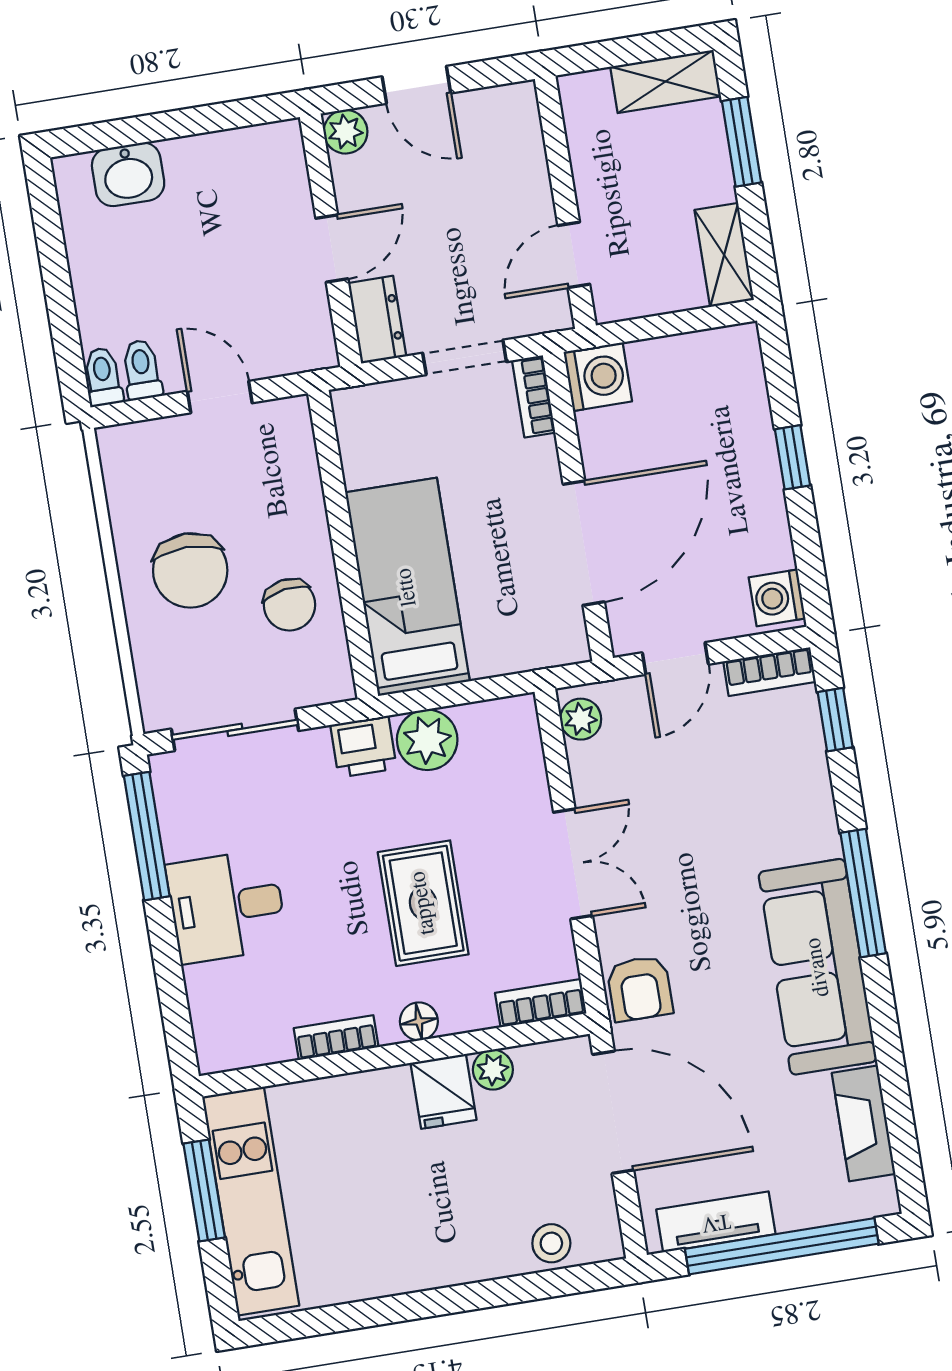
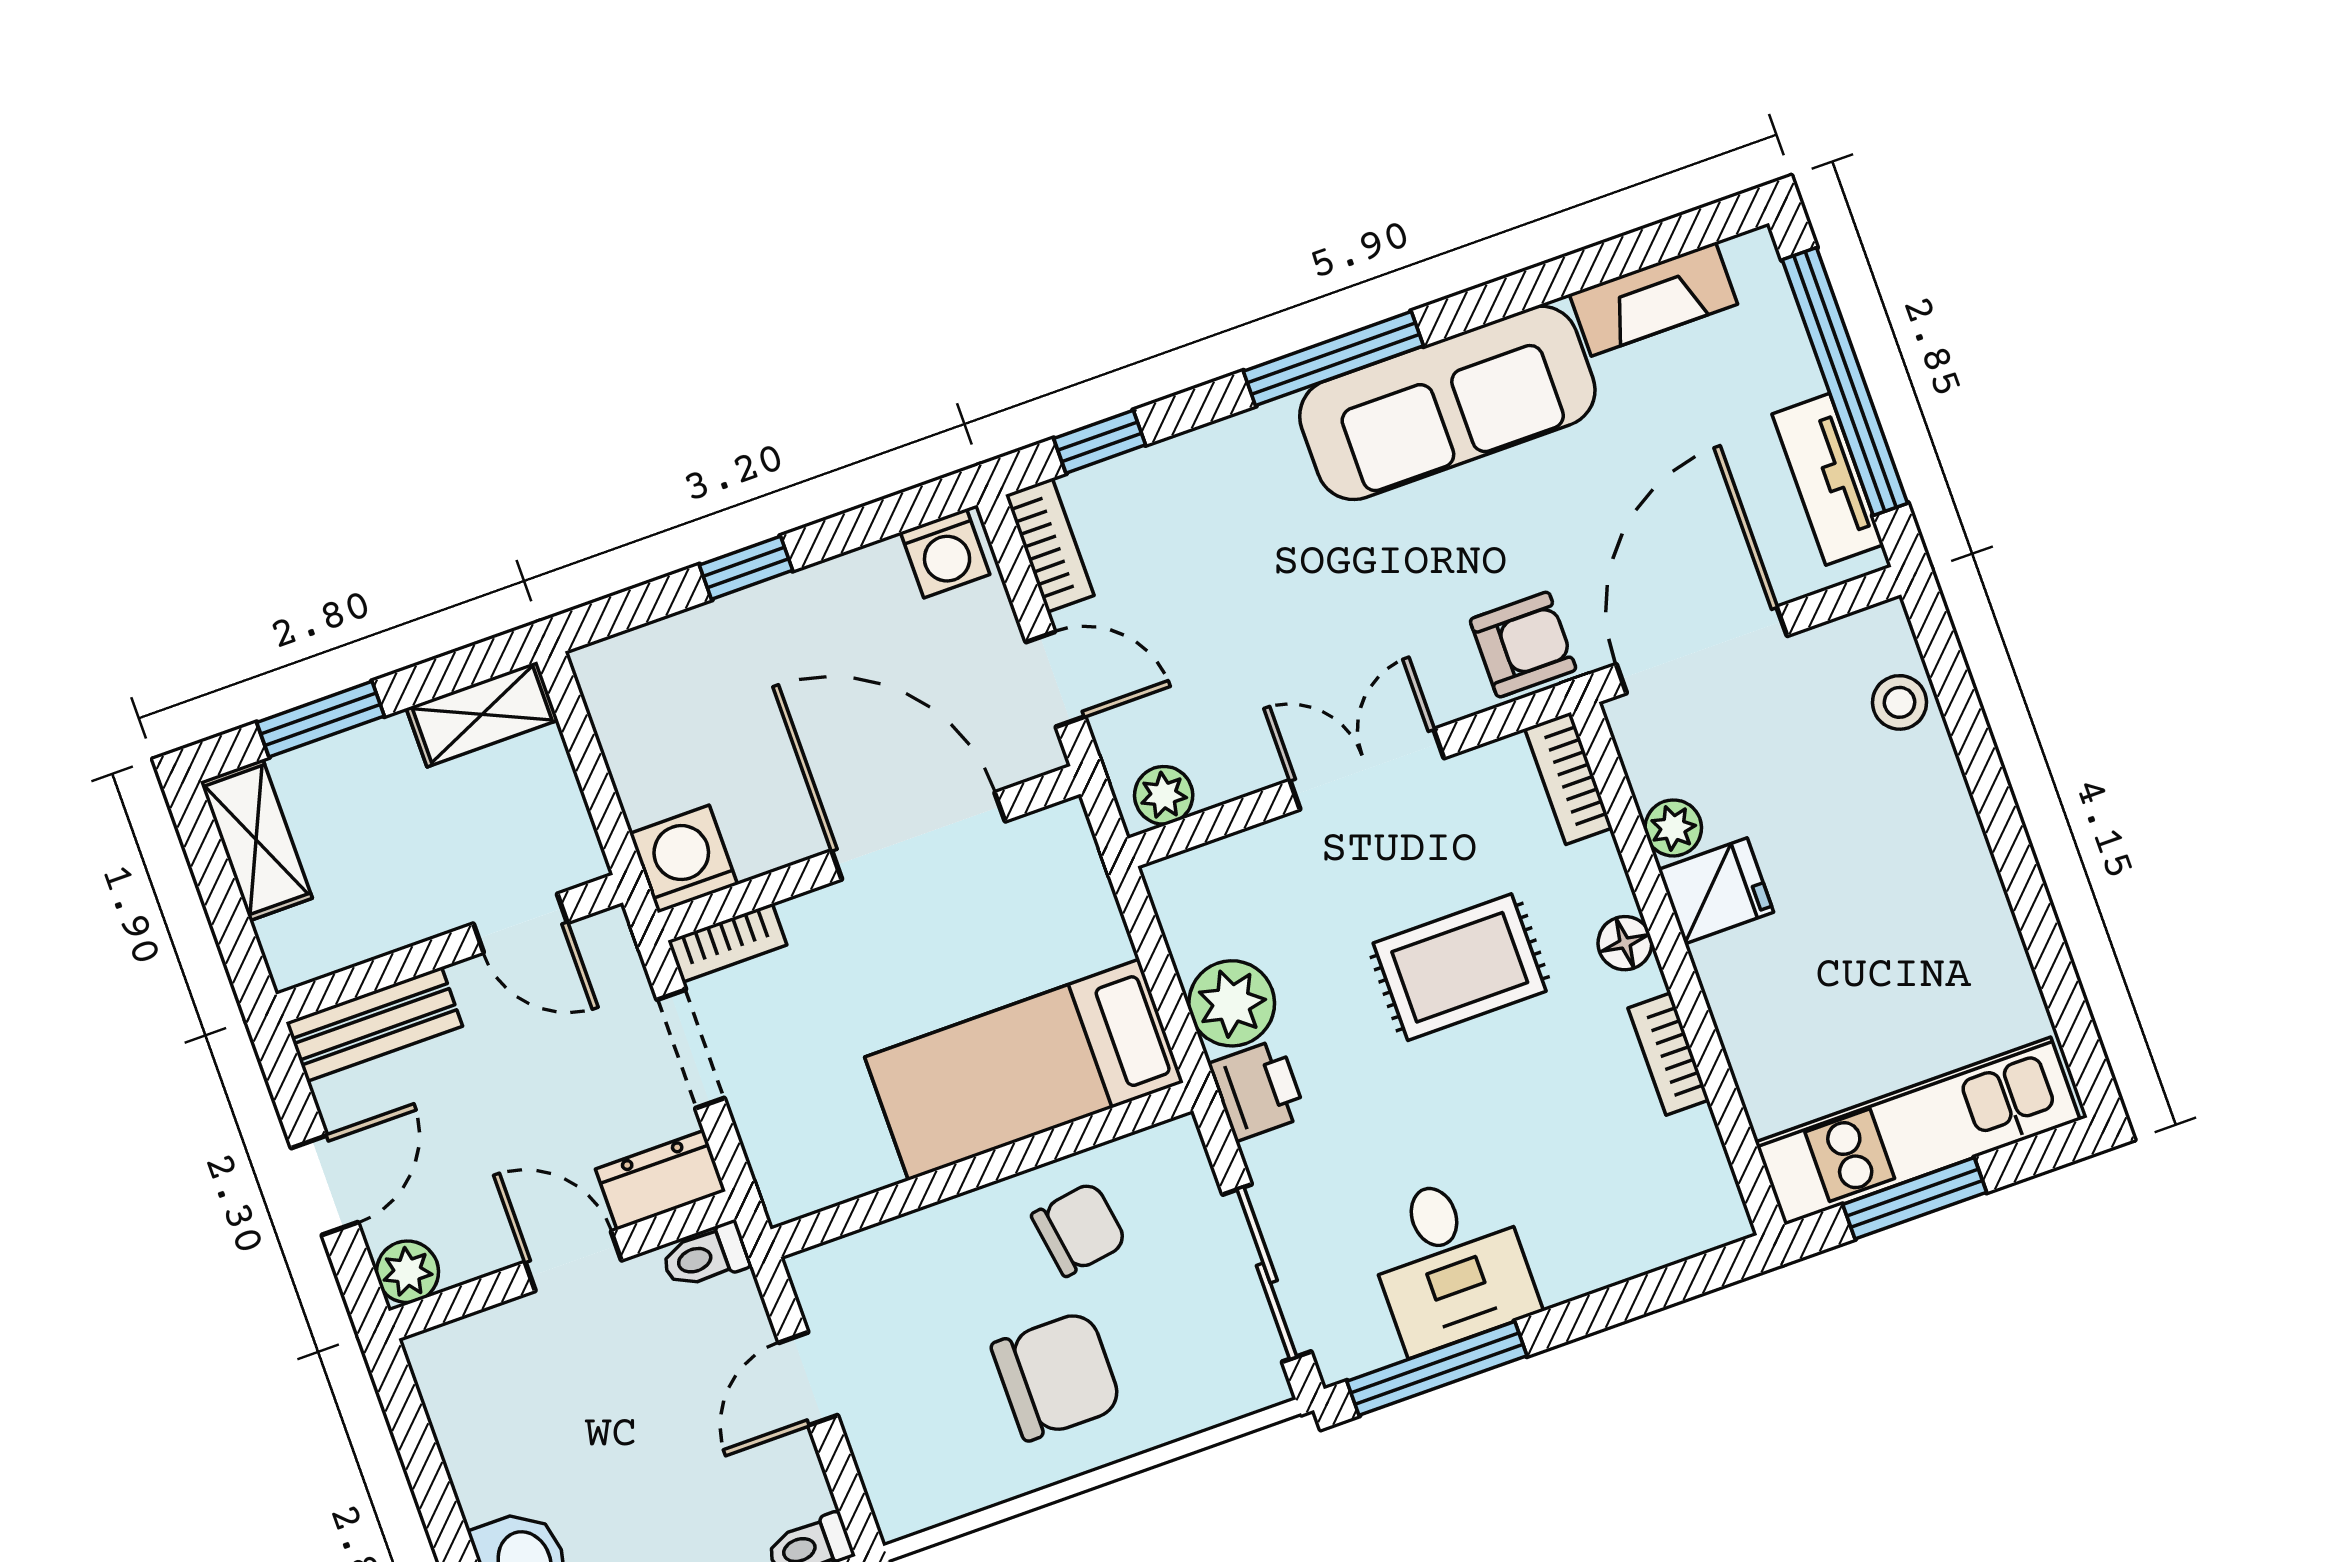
bench: (522, 140) -> (374, 1024), added
toilet: (142, 370) -> (705, 1256), moved
desk: (227, 906) -> (1450, 1262), moved

